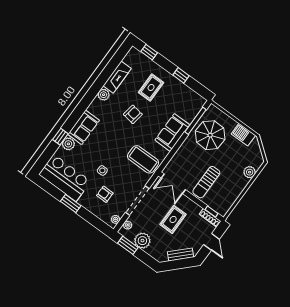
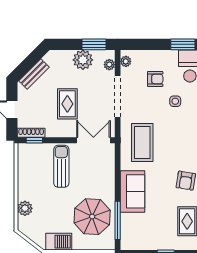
coffee table: (143, 159) -> (142, 143), turned 90

